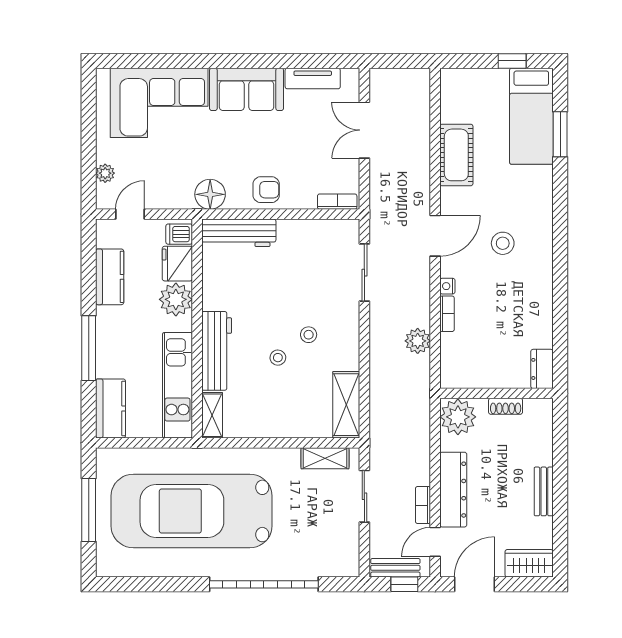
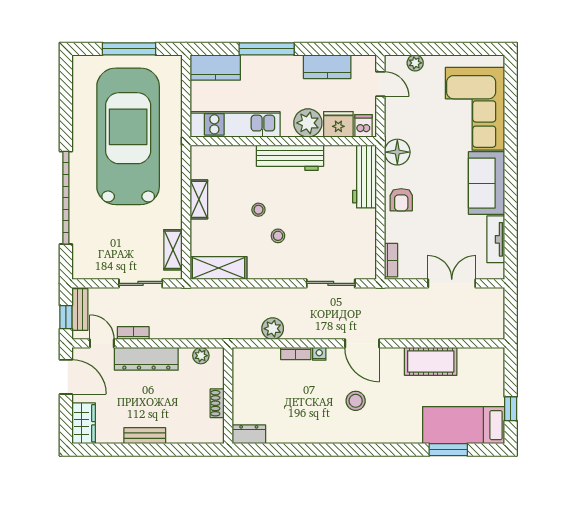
workbench: (217, 351) -> (290, 158), moved
shelving: (212, 415) -> (199, 199), moved, turned 90
plant: (458, 417) -> (201, 356), width x0.53, depth x0.53

